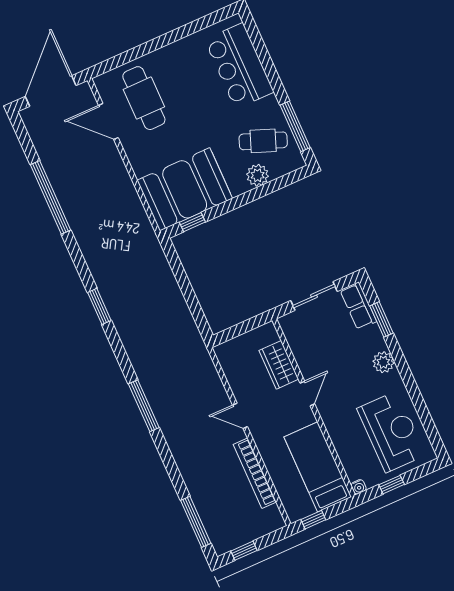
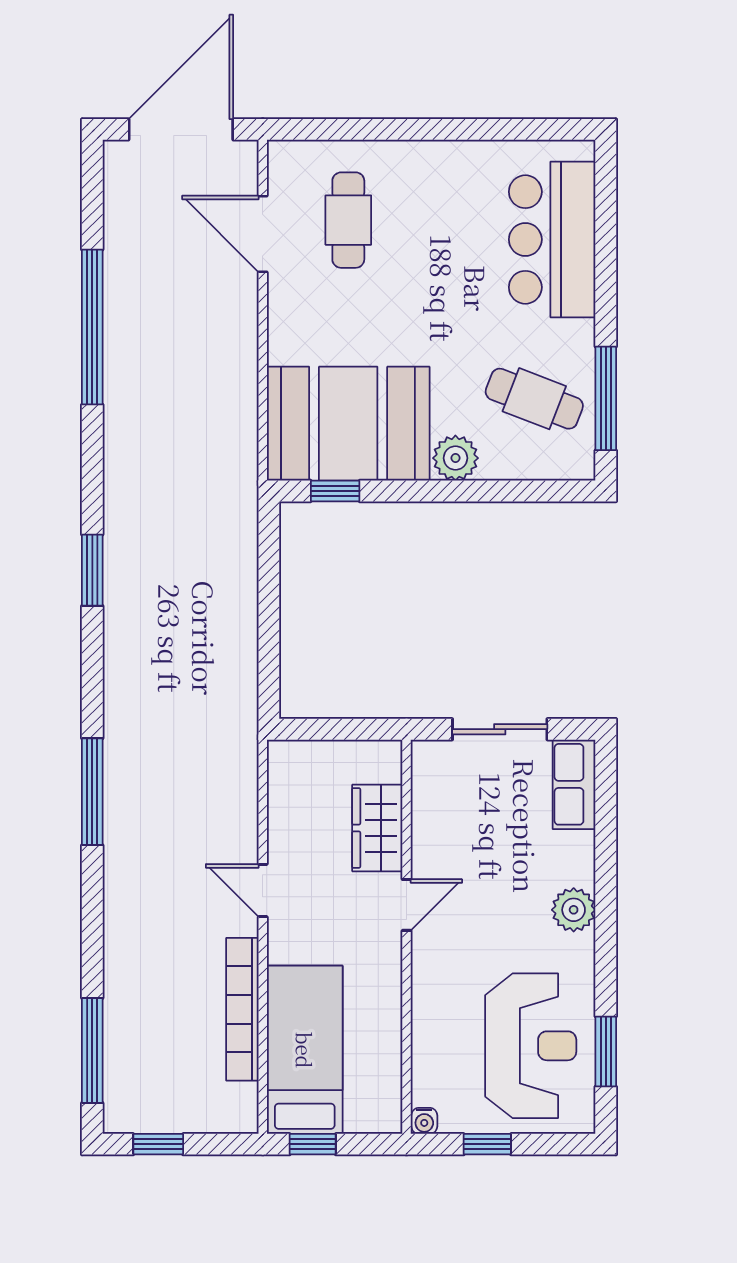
cafe table: (144, 98) -> (348, 220), width x0.73, depth x0.74
plant: (258, 175) -> (455, 458), moved
window: (382, 319) -> (606, 1051), moved
bed: (318, 467) -> (305, 1050), moved

